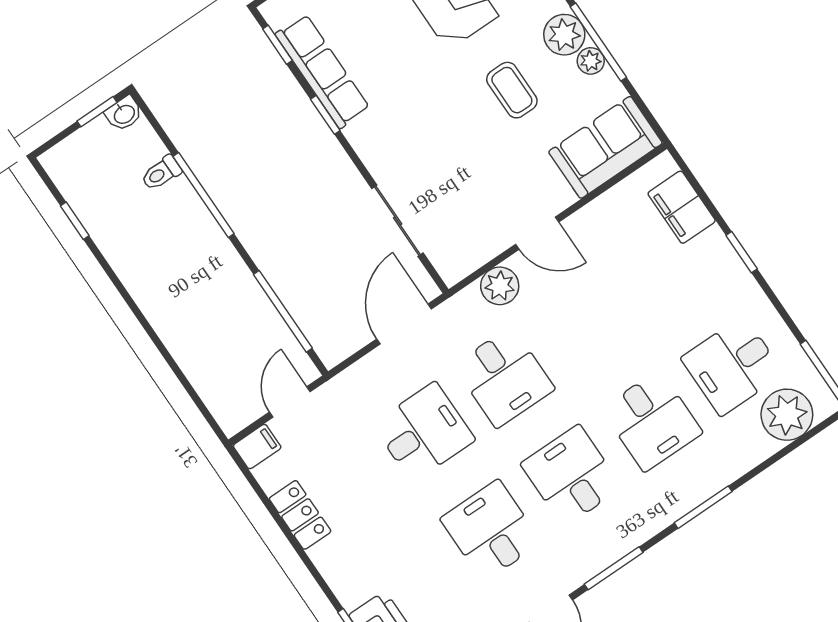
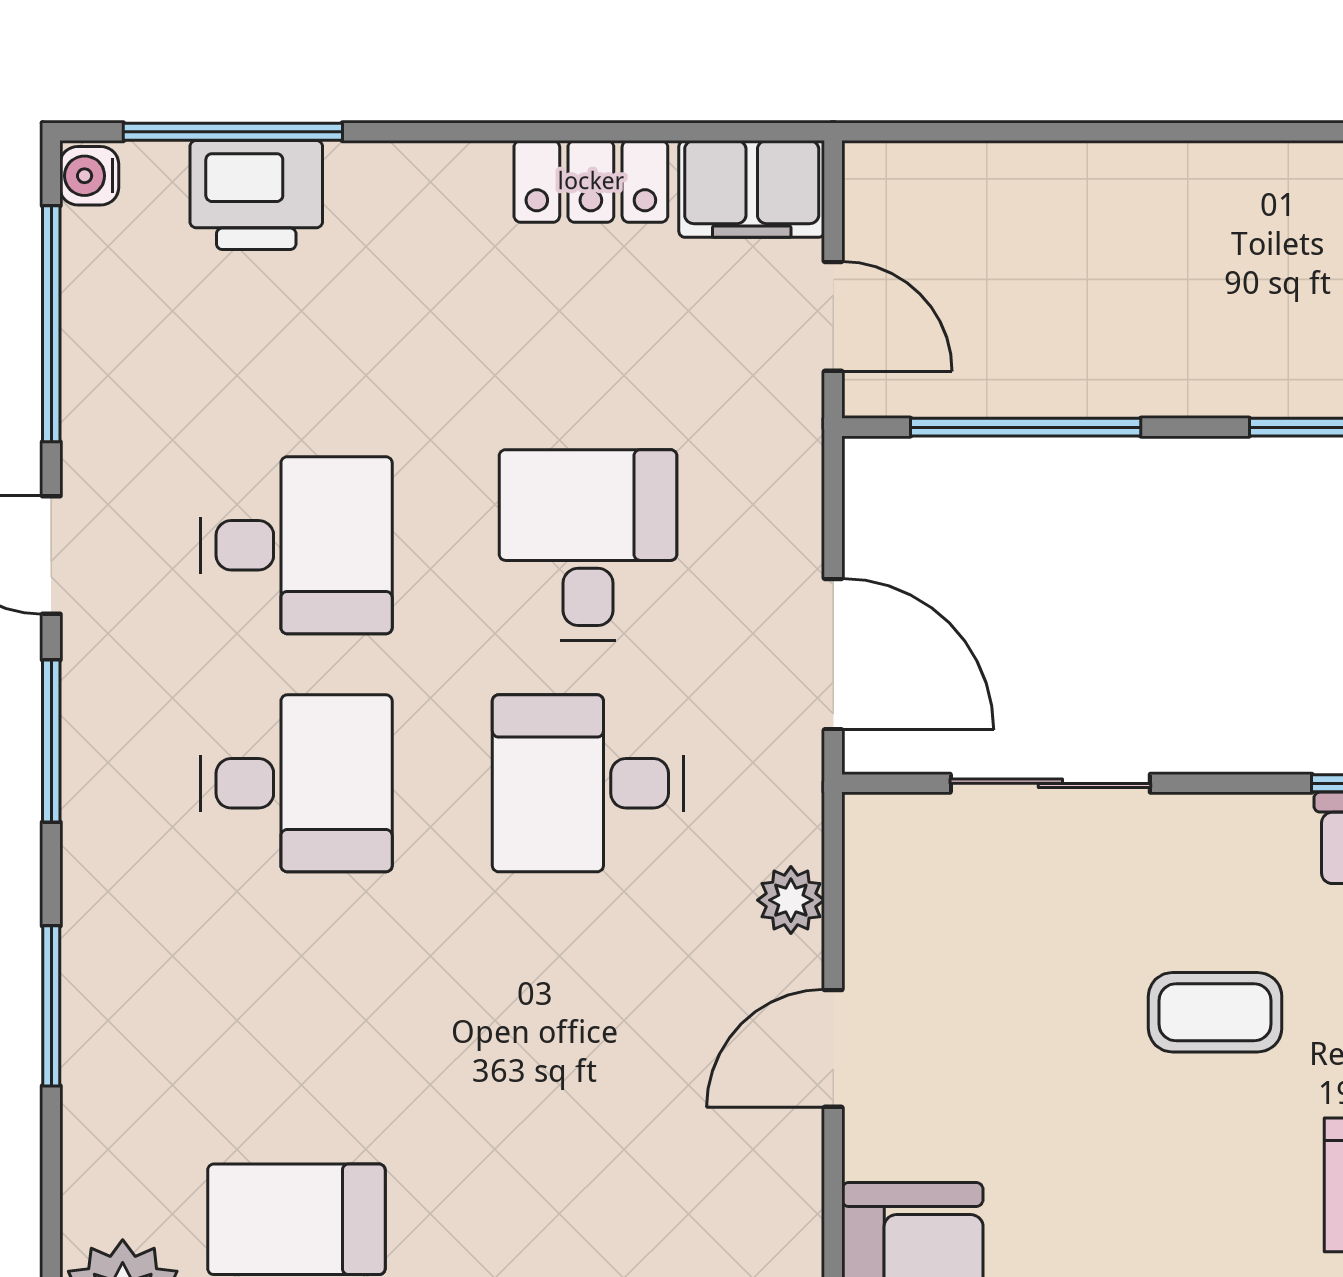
coffee table: (512, 90) -> (1215, 1012), moved
plant: (500, 286) -> (791, 900), width x0.73, depth x0.73
desk: (652, 421) -> (296, 1021), removed
desk: (424, 432) -> (588, 545), turned 180
filing cabinet: (257, 447) -> (752, 189), width x2.00

